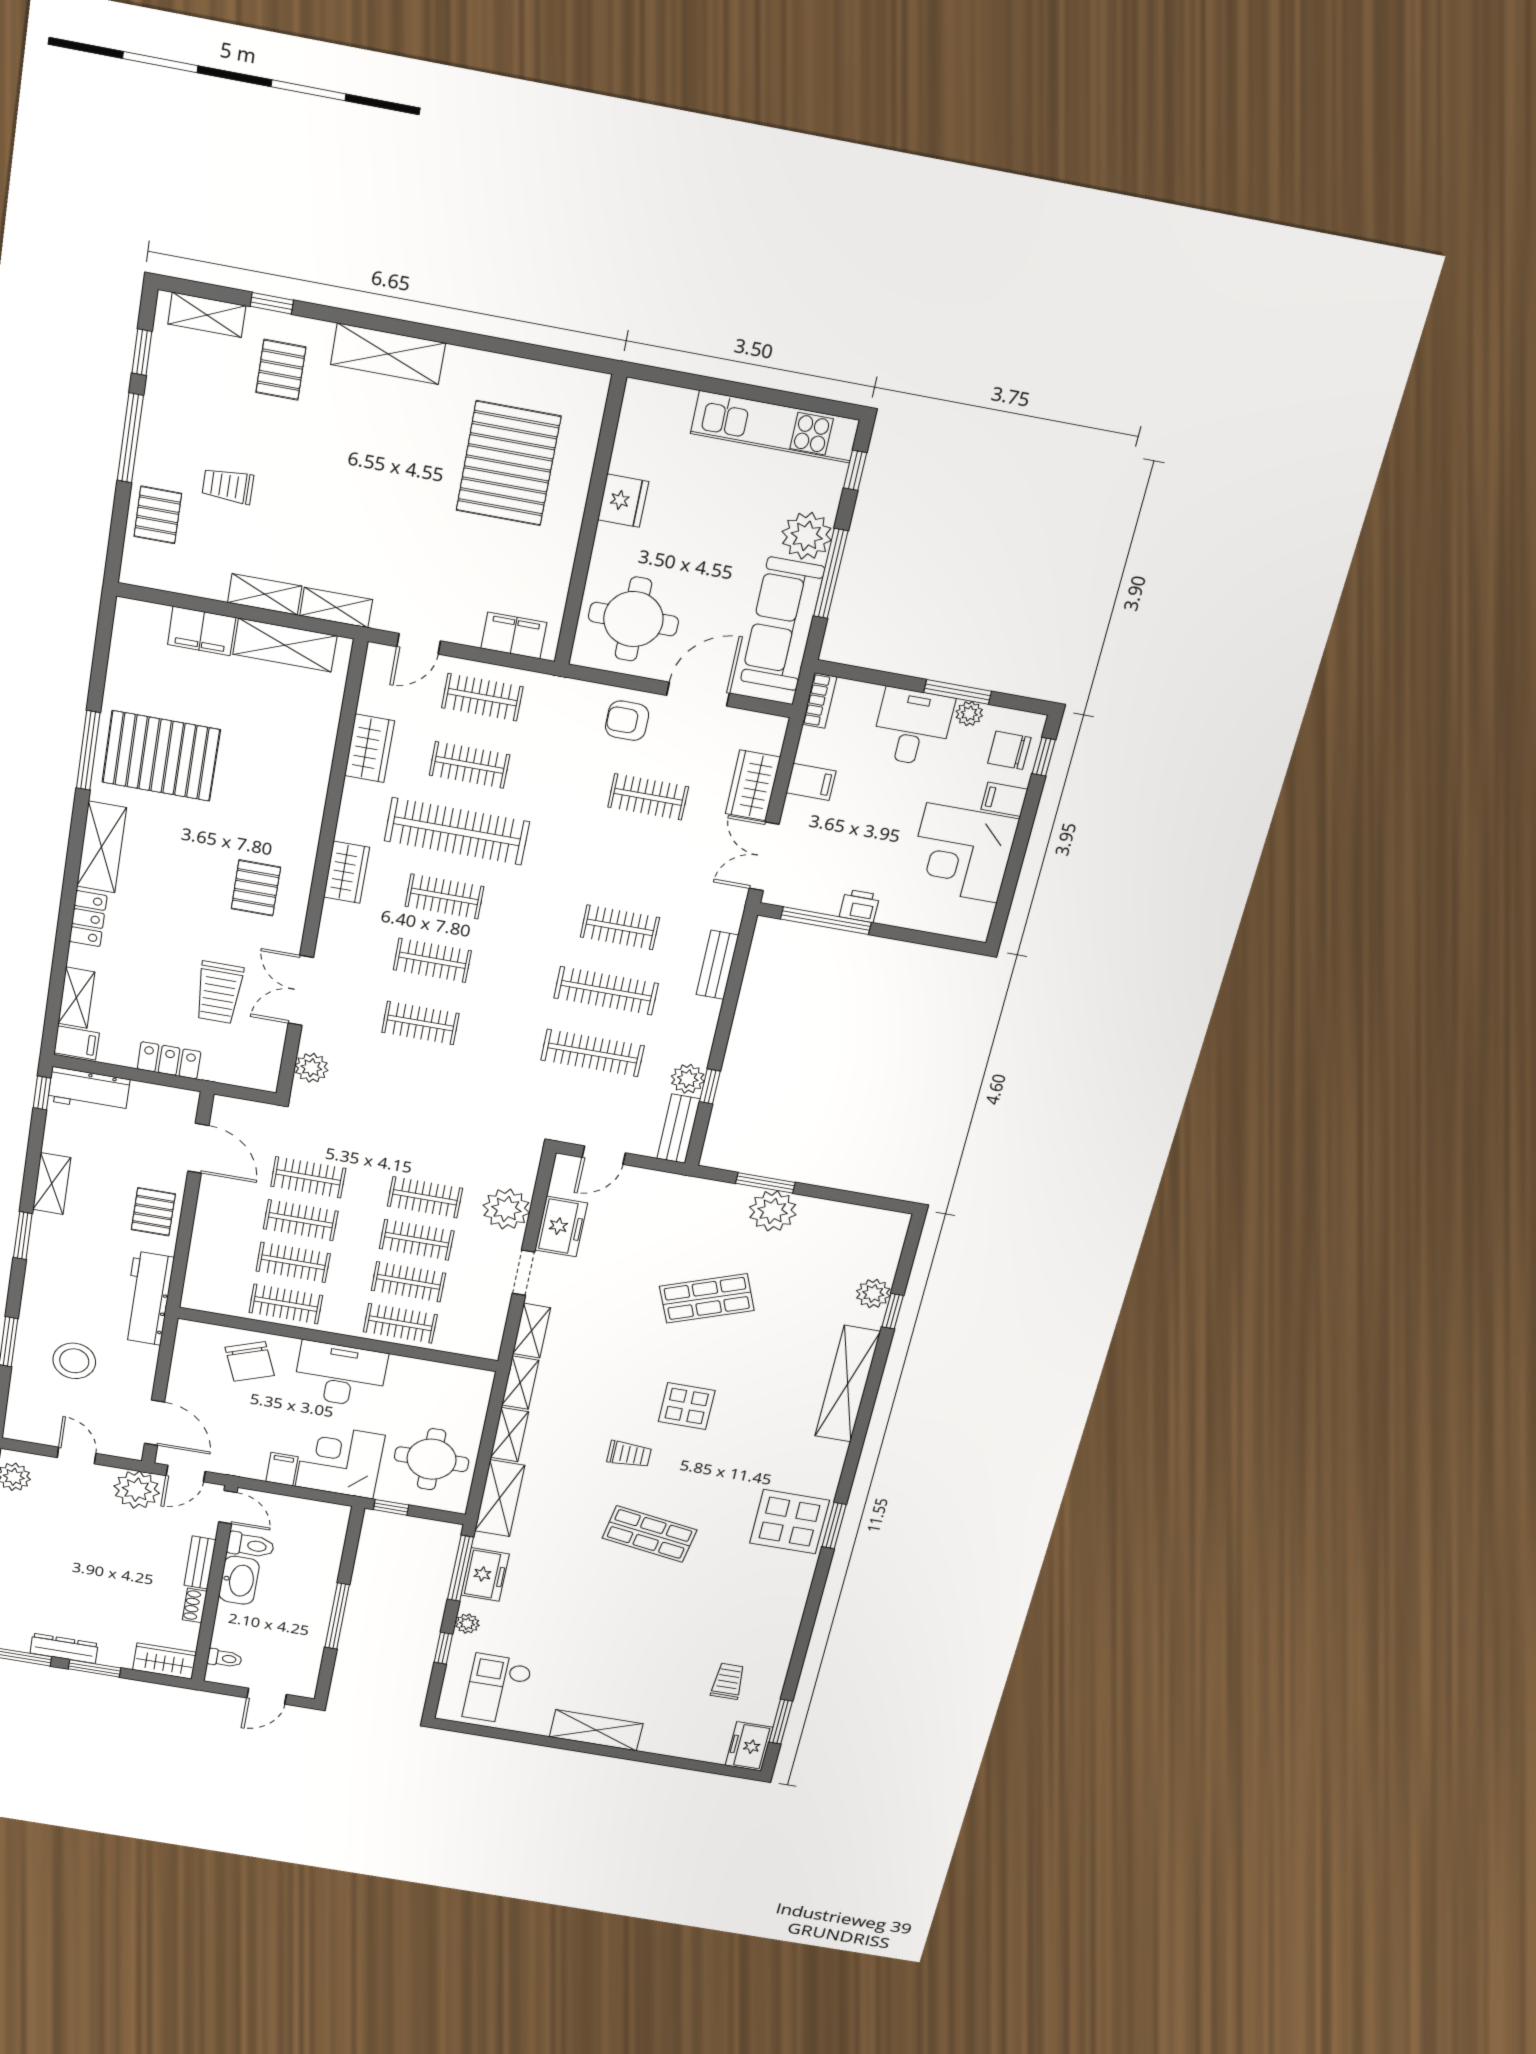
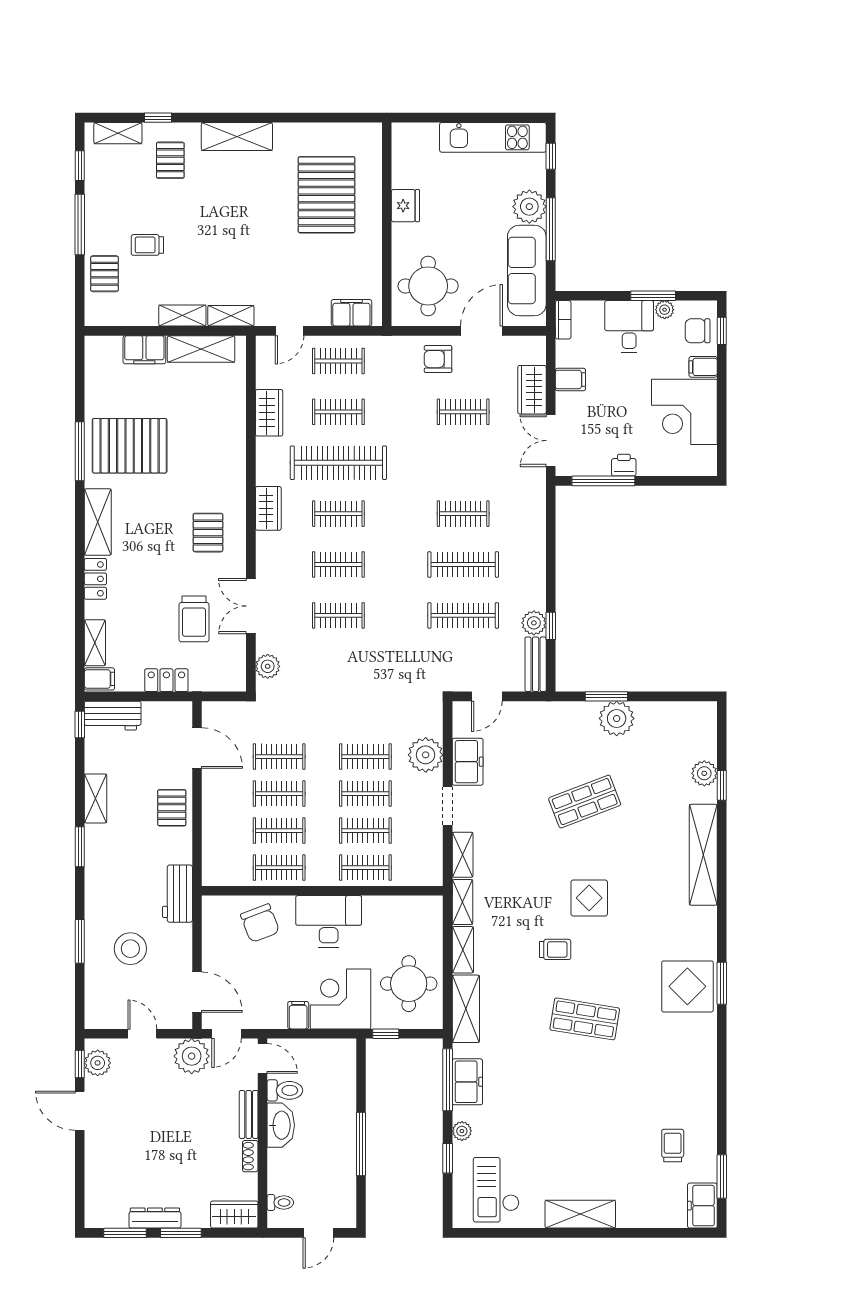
bench: (717, 965) -> (536, 529), removed
workbench: (148, 1298) -> (177, 894), width x0.73

